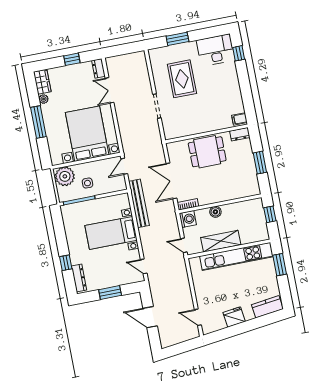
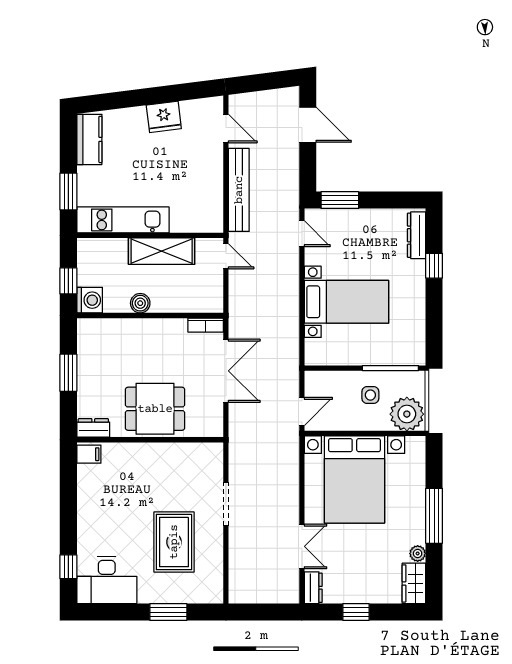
bench: (139, 203) -> (239, 190), moved
boiler: (215, 212) -> (140, 303), moved
washing machine: (188, 219) -> (90, 300), moved, turned 180
kitchen unit: (236, 256) -> (123, 220), width x0.73
window: (110, 293) -> (340, 200), moved
kitchen counter: (267, 307) -> (89, 139), moved, turned -83
door: (150, 317) -> (308, 125), moved

